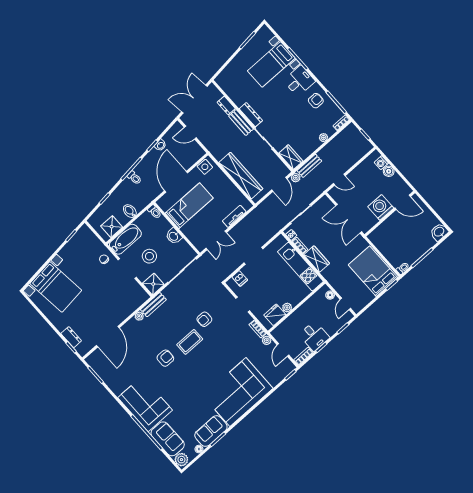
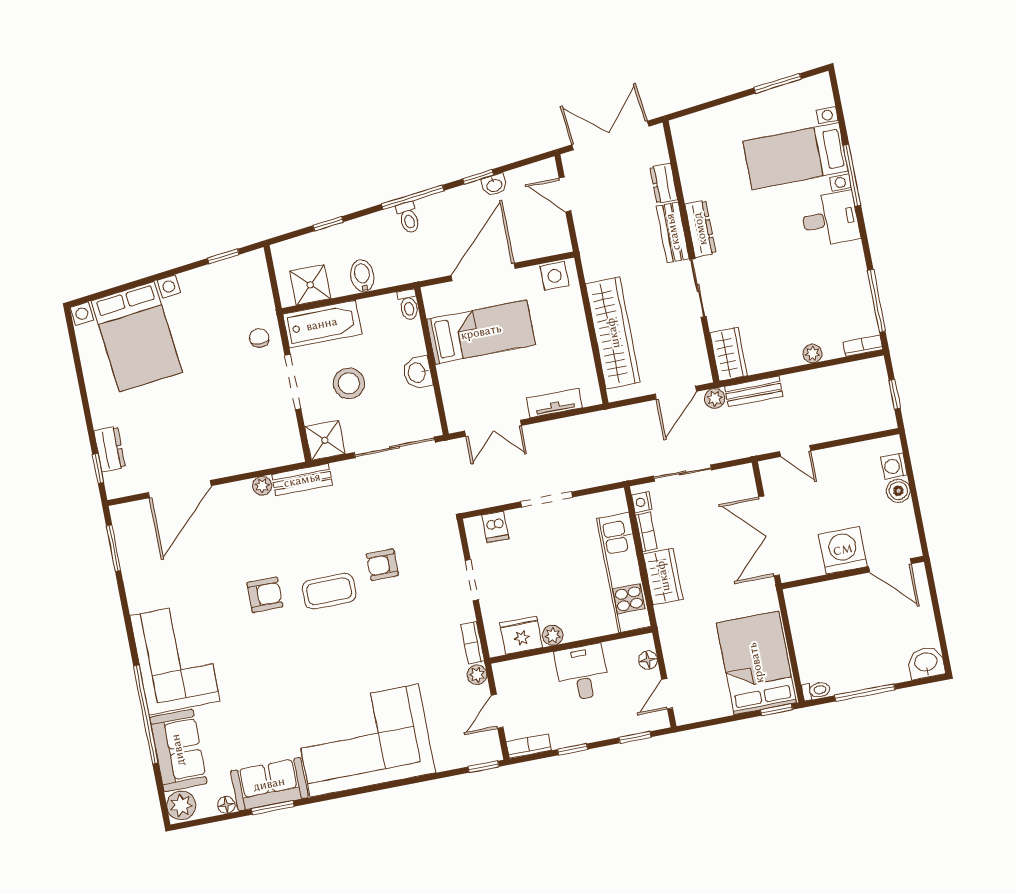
armchair: (316, 101) -> (839, 275), removed
desk: (314, 336) -> (582, 673), moved, turned 180

